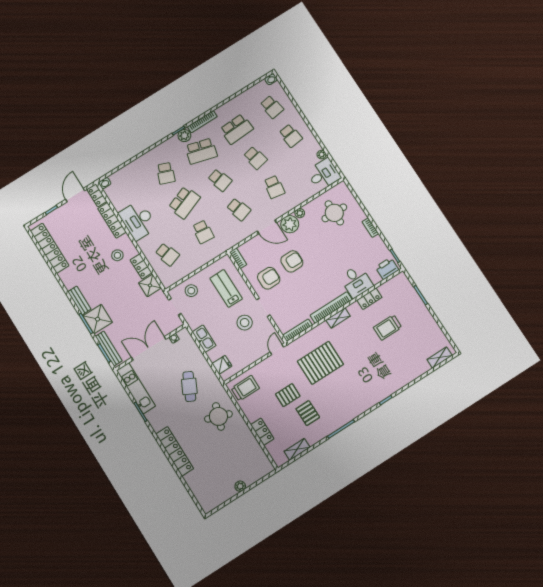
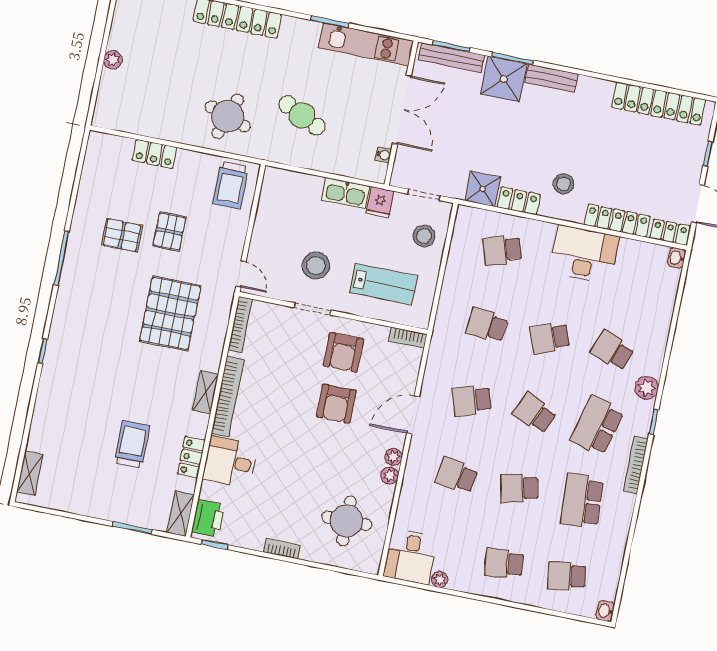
plant: (184, 136) -> (647, 388), moved
school desk: (220, 180) -> (534, 413), turned 42
school desk: (184, 202) -> (550, 338), width x0.54
plant: (290, 224) -> (394, 457), width x0.53, depth x0.53
fridge: (222, 365) -> (380, 202), moved
shelving: (297, 449) -> (181, 514), moved

